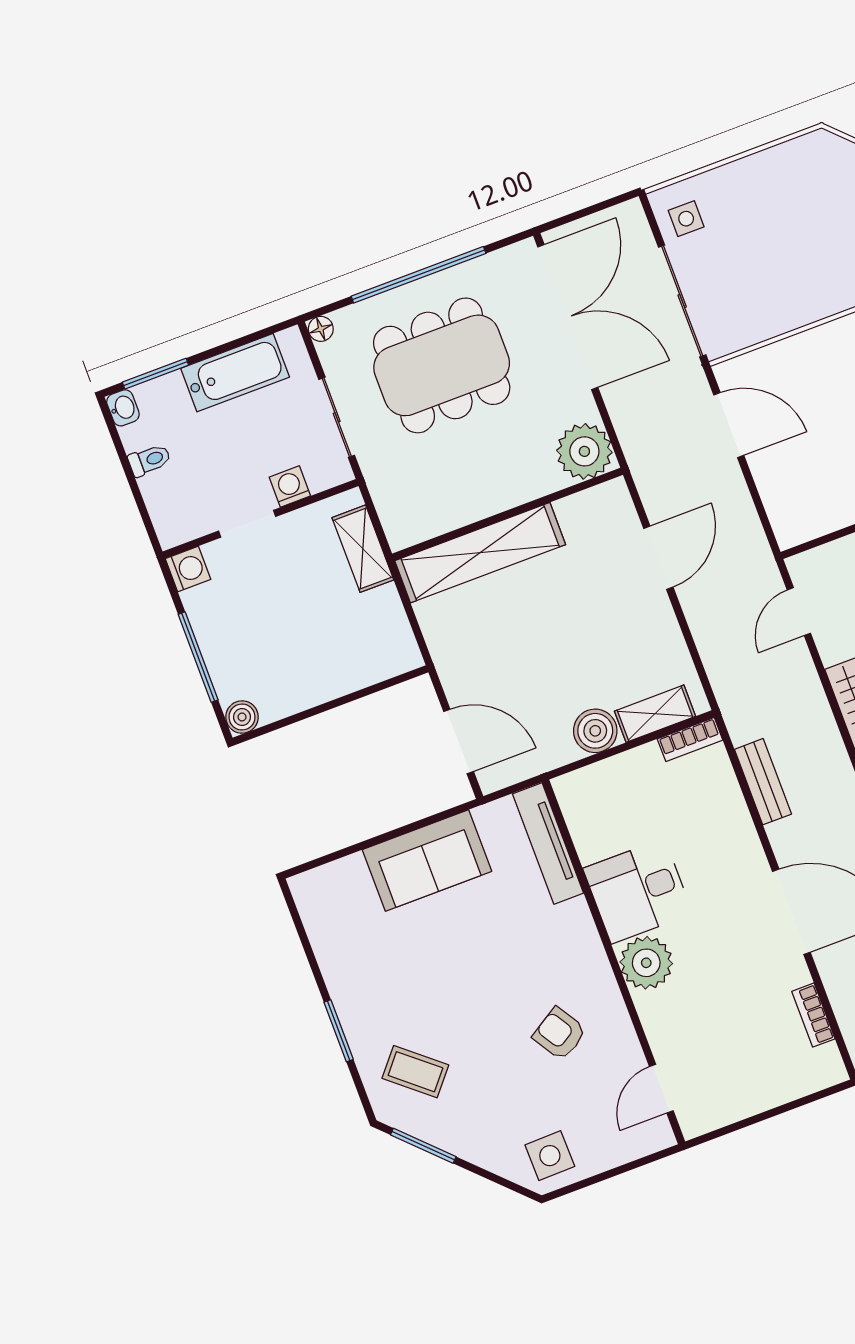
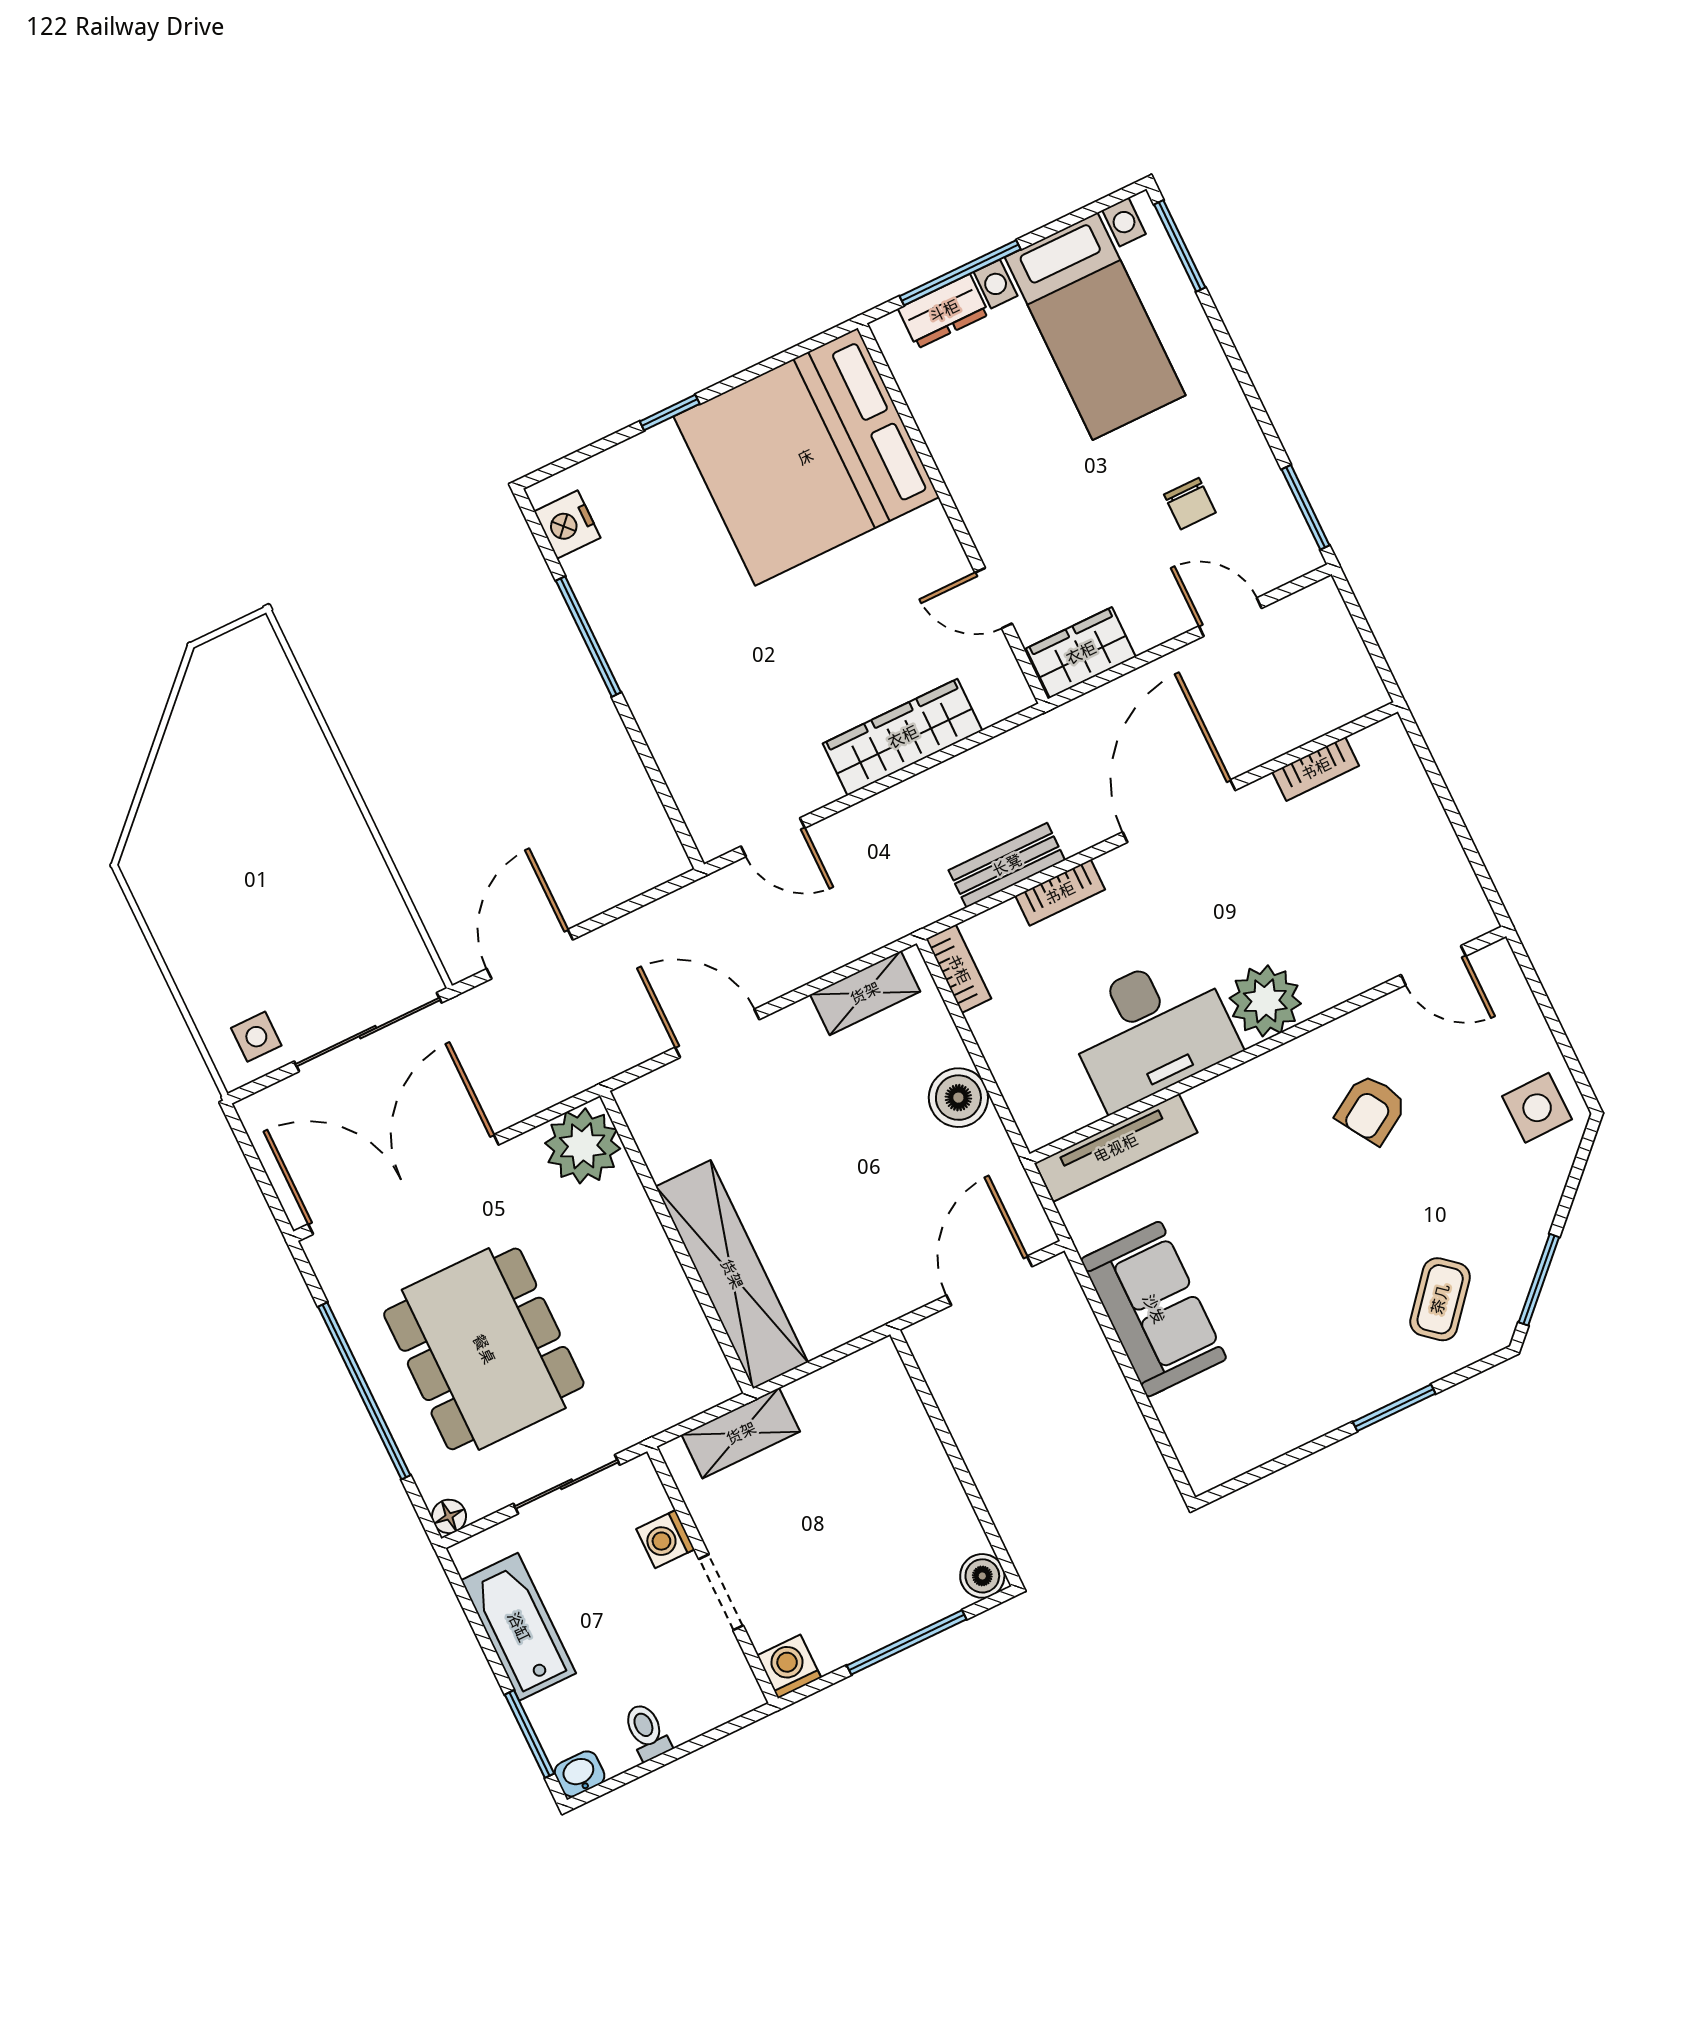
shelving: (655, 714) -> (865, 993), moved, turned 90
bookcase: (739, 819) -> (1060, 893), added
desk: (638, 891) -> (1151, 1030), width x1.37

